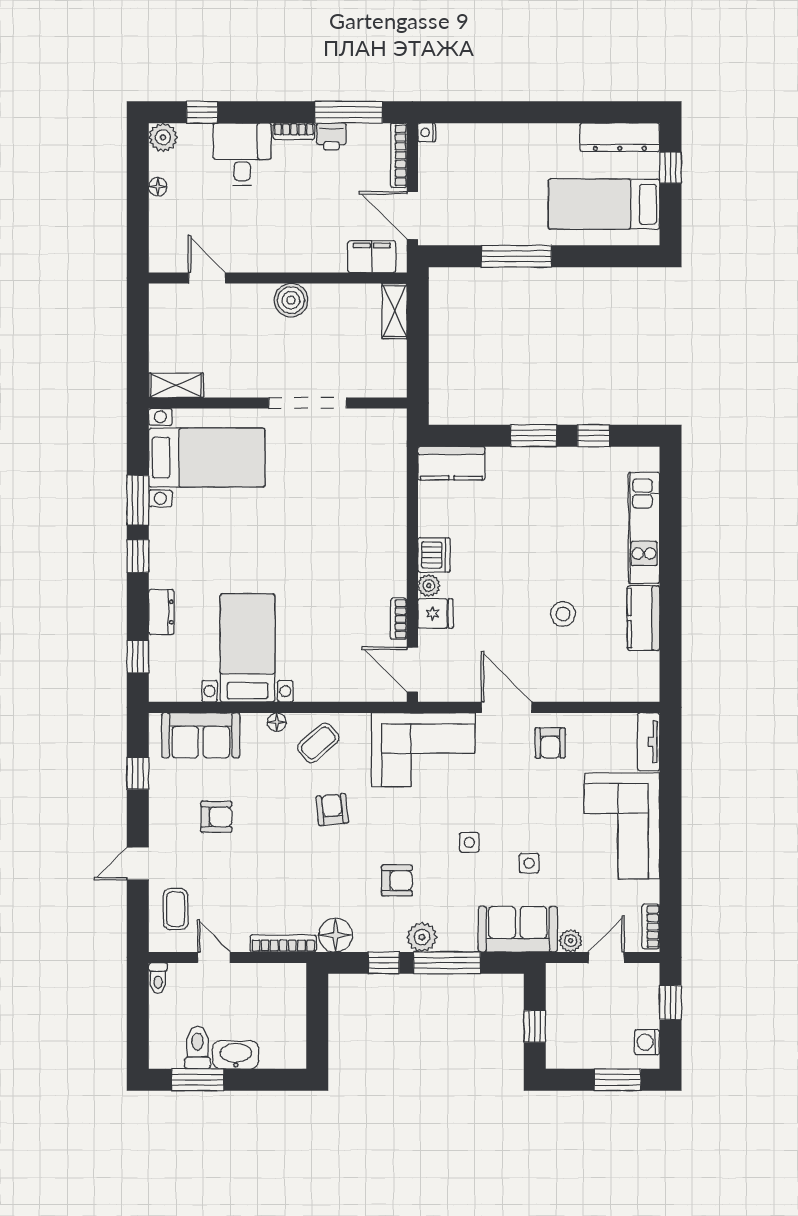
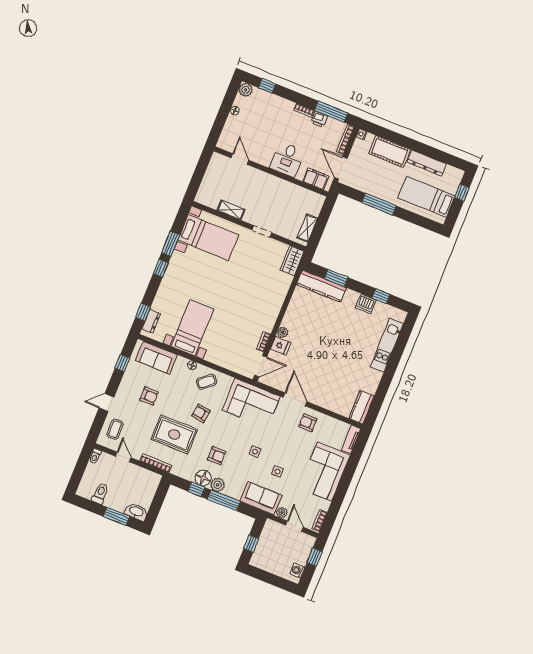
dresser: (620, 137) -> (427, 163), moved
cot: (496, 144) -> (390, 152), added
desk: (242, 154) -> (287, 159), moved, turned 180
boiler: (291, 300) -> (273, 184), removed
shelving: (394, 311) -> (307, 228), moved
shelving: (176, 385) -> (231, 210), moved
doorway: (308, 403) -> (262, 231), width x0.53
window: (533, 436) -> (336, 278), moved
wardrobe: (391, 437) -> (292, 261), added
kitchen counter: (451, 463) -> (321, 286), width x1.50
dishwasher: (434, 555) -> (366, 304), moved, turned 90
dresser: (161, 612) -> (151, 321), moved
stool: (563, 614) -> (336, 369), removed
kitchen counter: (643, 618) -> (362, 407), moved
door: (412, 670) -> (261, 366), swing flipped
armchair: (550, 743) -> (308, 423), turned 90
armchair: (332, 810) -> (201, 413), turned -76
rug: (297, 872) -> (174, 434), added
floor lamp: (335, 935) -> (203, 478), moved
door: (606, 957) -> (294, 526), hinge flipped
washbasin: (236, 1055) -> (136, 512), moved
window: (198, 1080) -> (116, 516), moved
window: (617, 1080) -> (278, 582), removed

